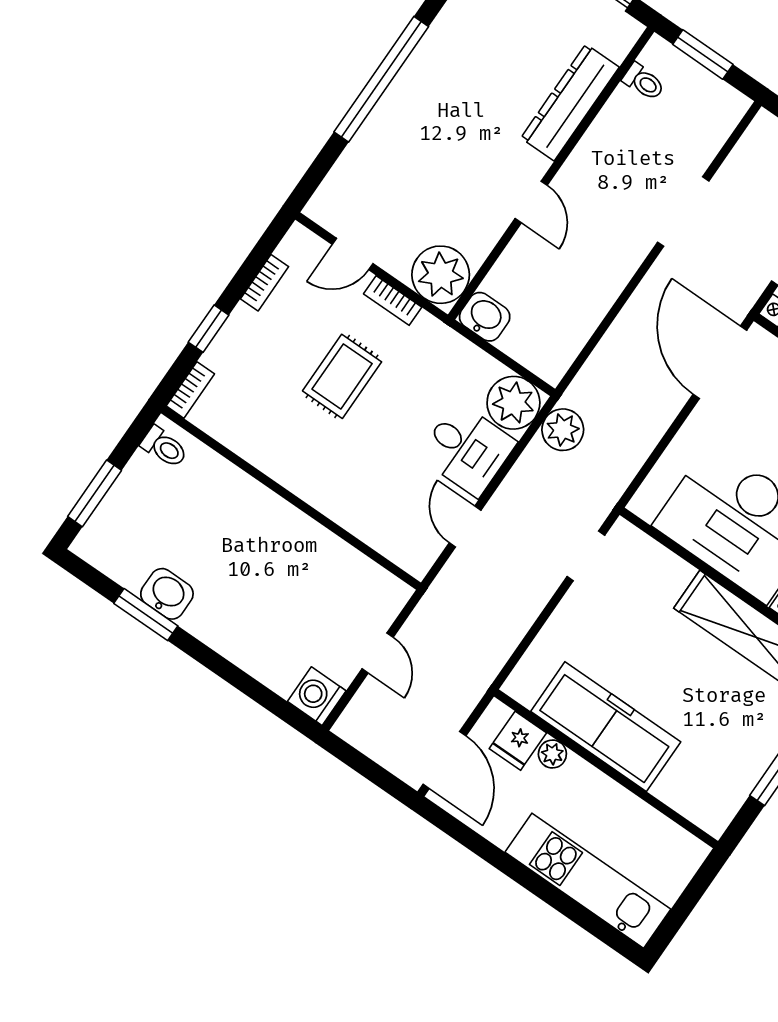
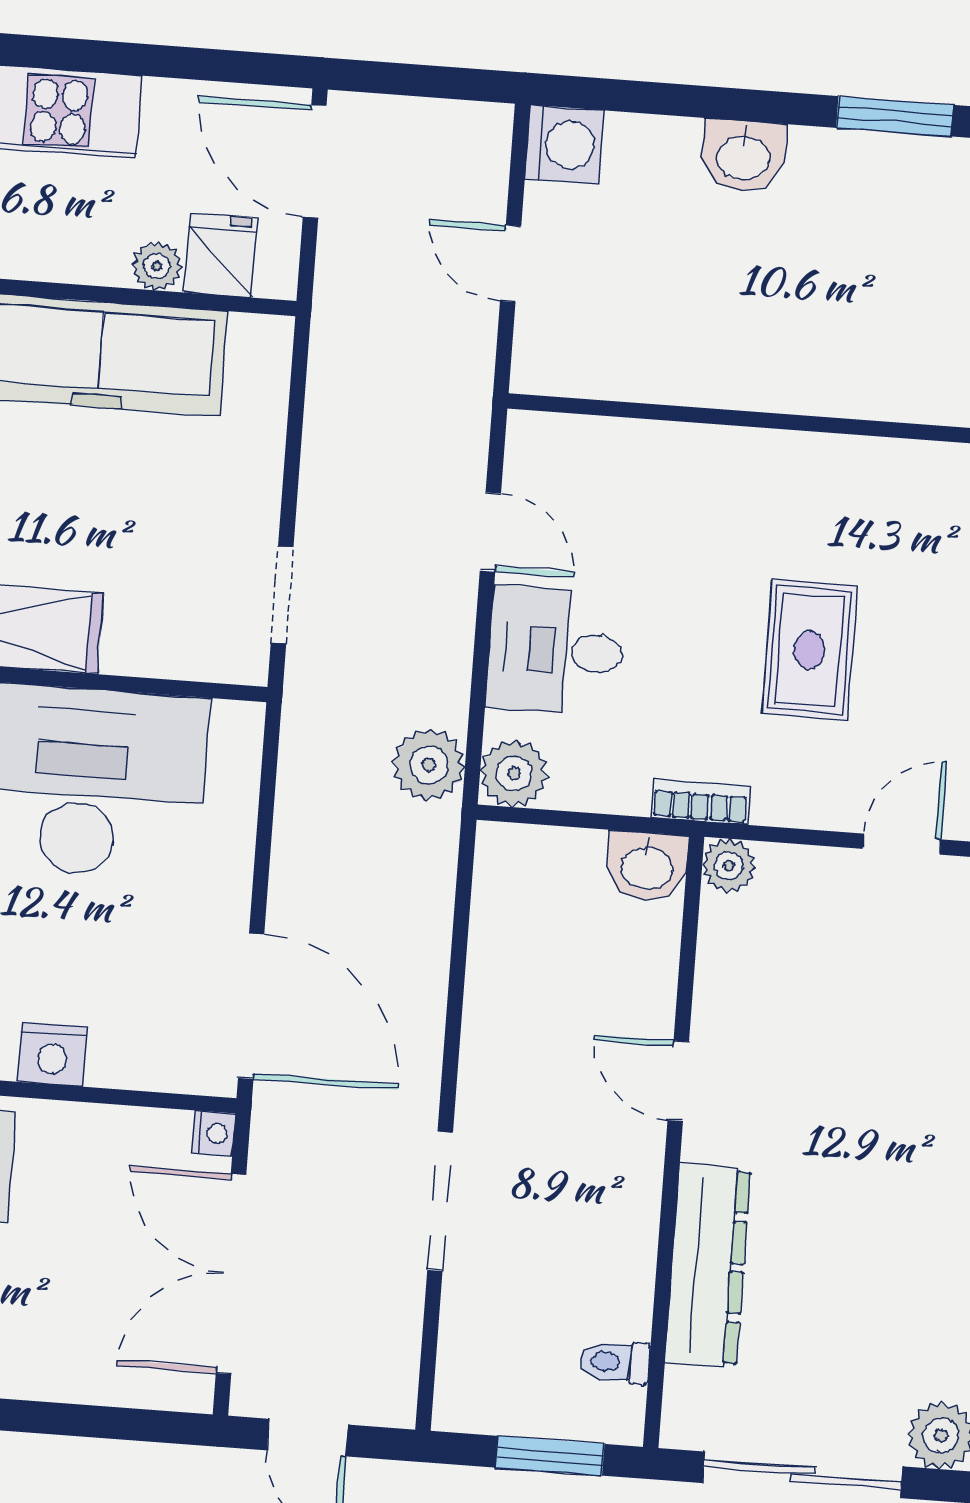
plant: (441, 275) -> (729, 866), width x0.53, depth x0.53
bookcase: (393, 301) -> (700, 802), moved
plant: (513, 403) -> (514, 773), width x0.73, depth x0.73
washbasin: (167, 594) -> (743, 156), moved

